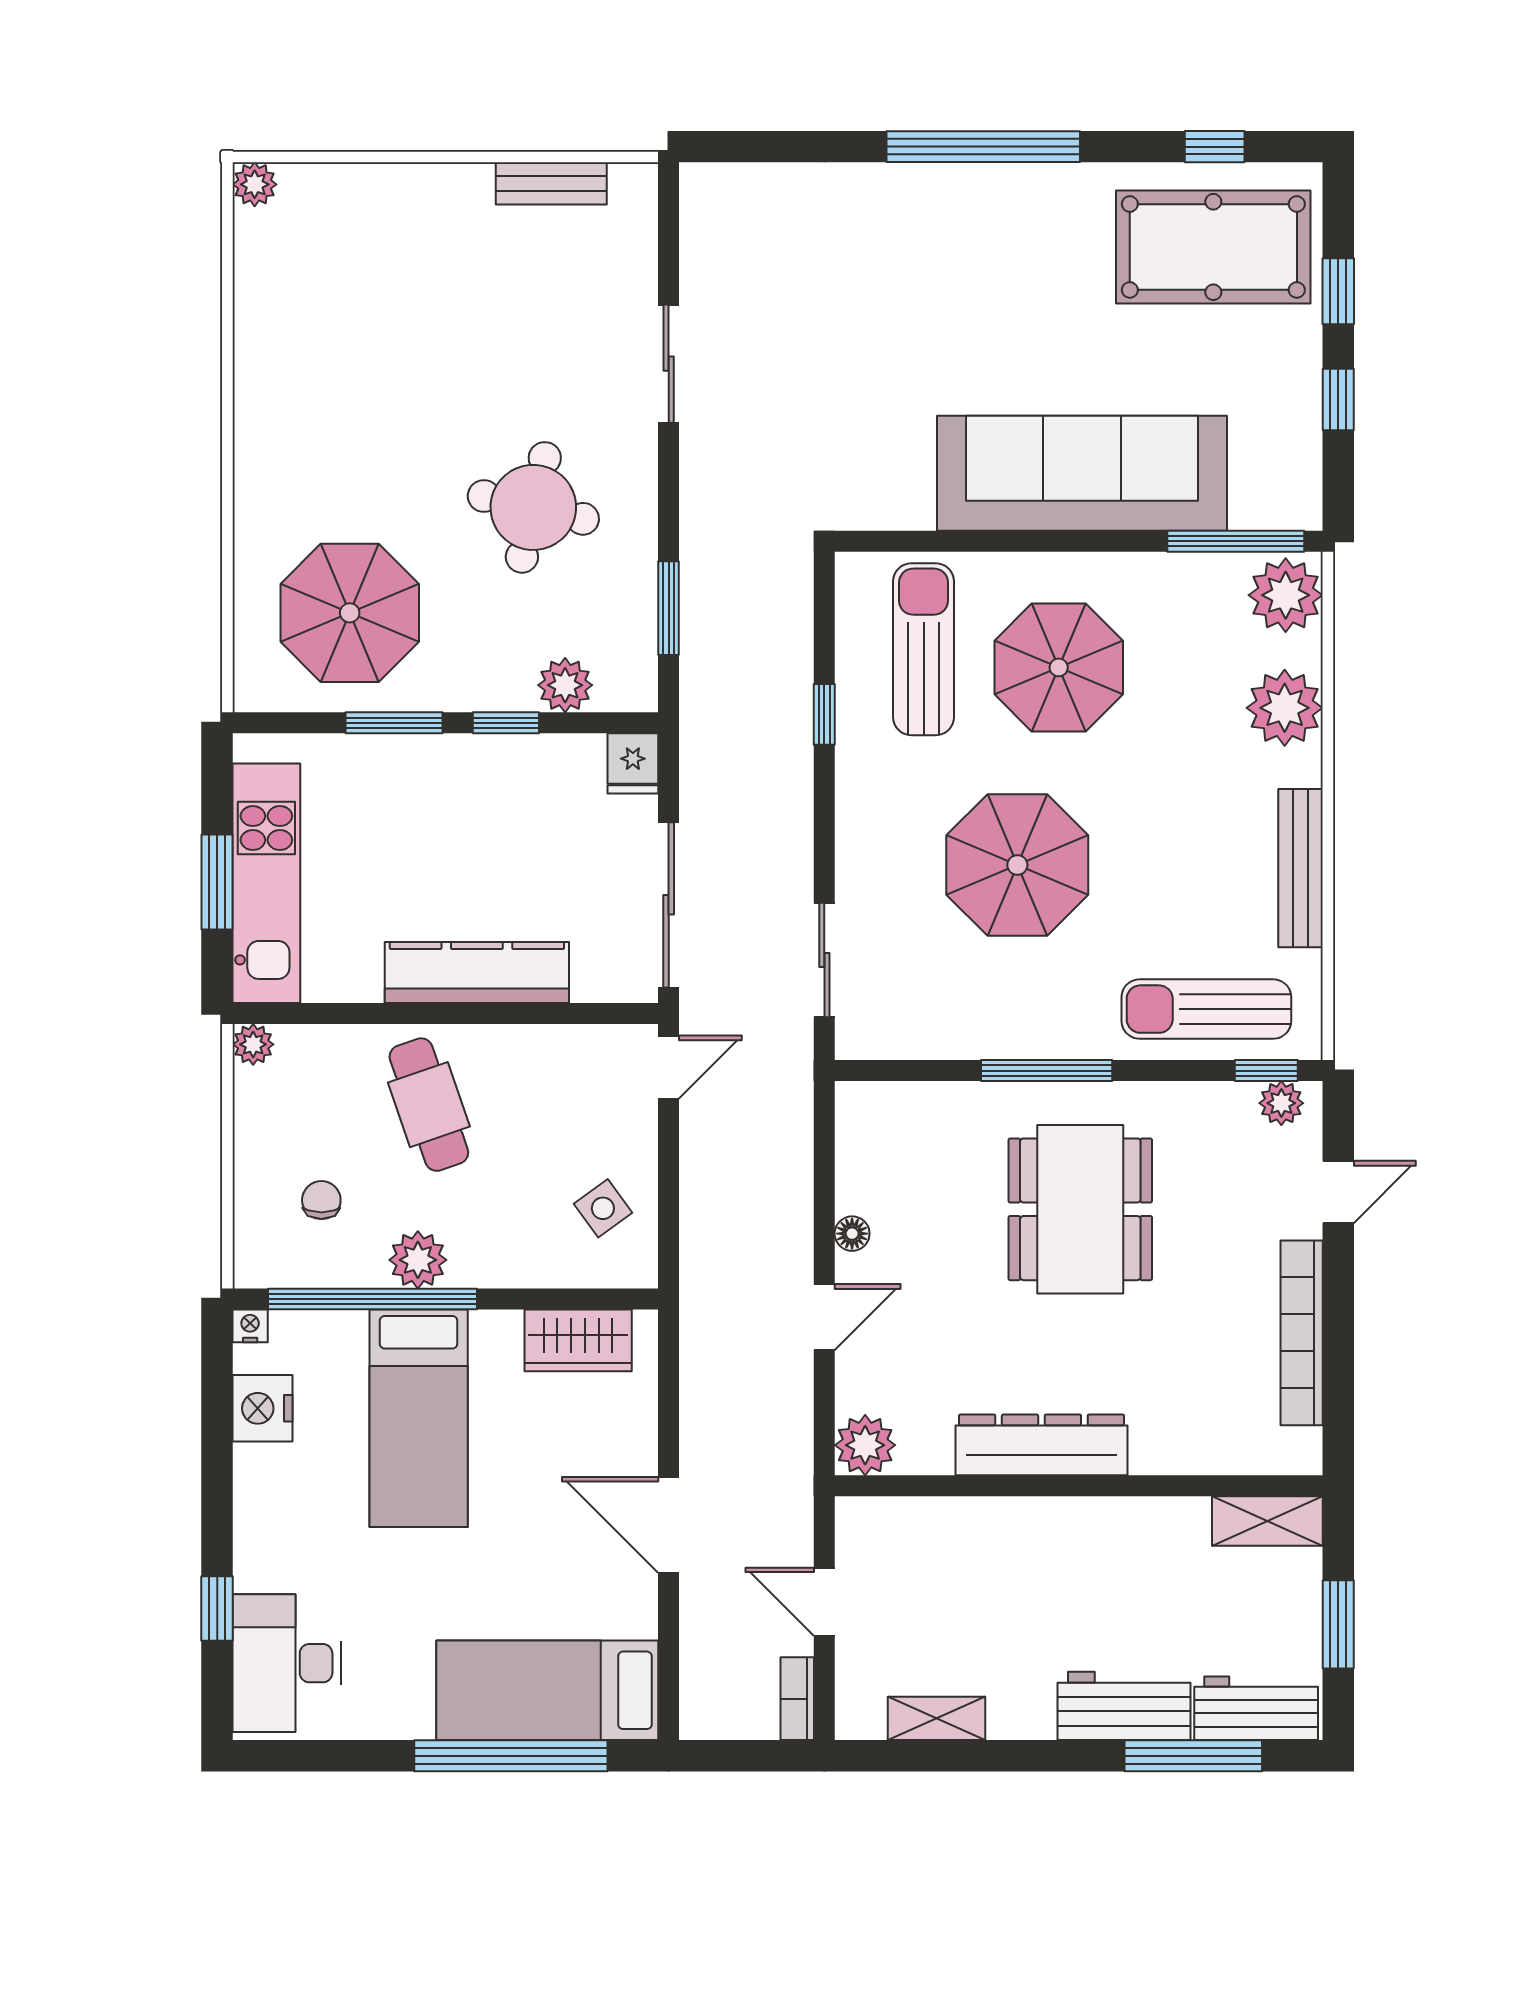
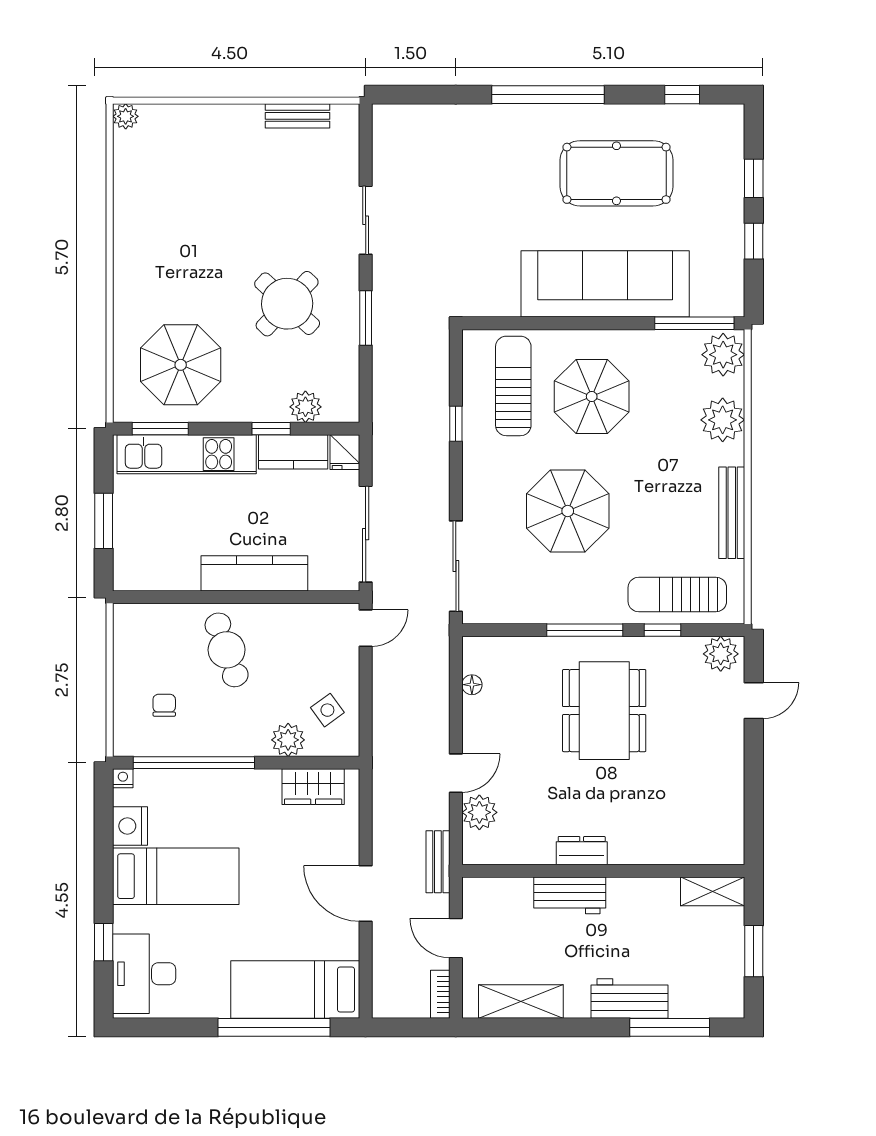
pool table: (1213, 247) -> (616, 173), moved
round table: (533, 507) -> (287, 304), turned 30
window: (669, 608) -> (366, 318), moved
window: (394, 723) -> (160, 429), moved
kitchen counter: (544, 763) -> (293, 452), added
kitchen unit: (266, 883) -> (187, 454), moved, turned 90
sliding door: (824, 960) -> (456, 566), width x1.37
plant: (253, 1044) -> (125, 615), removed
window: (1266, 1071) -> (662, 630), moved
plant: (1281, 1103) -> (721, 654), width x1.38, depth x1.38
floor lamp: (852, 1234) -> (472, 685), moved
plant: (418, 1260) -> (288, 740), moved
bookcase: (1302, 1333) -> (733, 782), removed
bed: (419, 1418) -> (176, 876), moved, turned -90
plant: (865, 1445) -> (479, 812), moved
dresser: (1041, 1445) -> (582, 851), width x0.51, depth x0.80
bench: (793, 1470) -> (438, 862), added
workbench: (1256, 1708) -> (570, 895), moved, turned 180
shelving: (937, 1718) -> (521, 1002), width x1.50, depth x1.33

